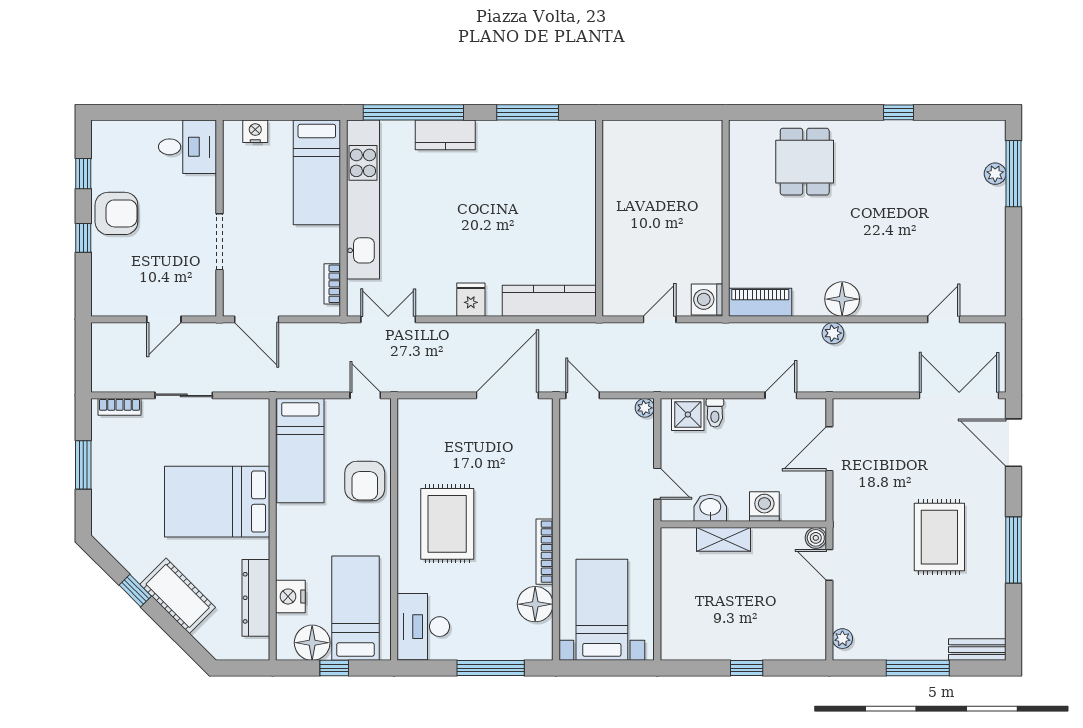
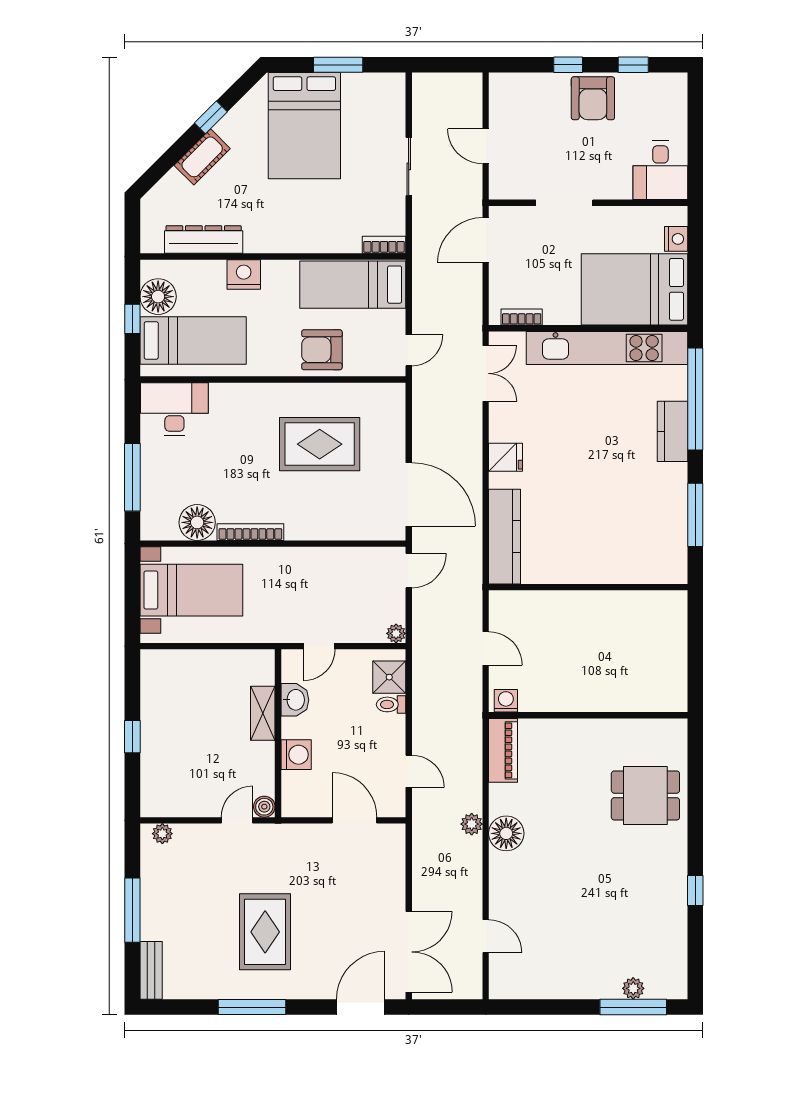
bed: (317, 172) -> (635, 289), width x1.50
washing machine: (707, 299) -> (506, 701), width x0.73, depth x0.73
bookcase: (119, 407) -> (384, 245), moved, turned 90
bed: (217, 502) -> (304, 126), moved, turned 180
rug: (447, 524) -> (320, 444), moved
rug: (939, 537) -> (265, 932), turned 90
cot: (178, 596) -> (202, 157), width x0.73, depth x0.75
nightstand: (290, 596) -> (244, 274), moved

